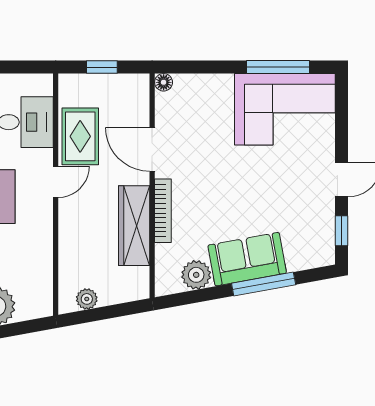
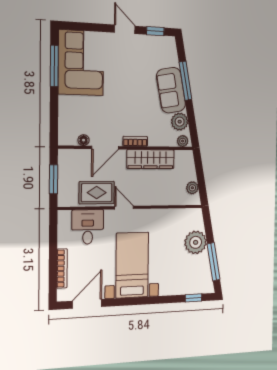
window: (102, 67) -> (54, 179), width x1.50
floor lamp: (164, 82) -> (84, 140), moved
bookcase: (163, 211) -> (135, 141), width x0.64
plant: (164, 281) -> (183, 141), added

